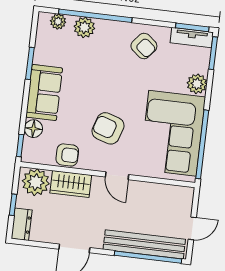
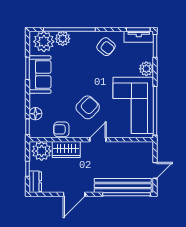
plant: (58, 22) -> (44, 42), width x1.87, depth x1.87
sofa: (44, 93) -> (40, 75), moved
armchair: (108, 128) -> (88, 107), turned 116
armchair: (67, 155) -> (61, 129), turned 180
door: (117, 176) -> (98, 140), swing flipped

